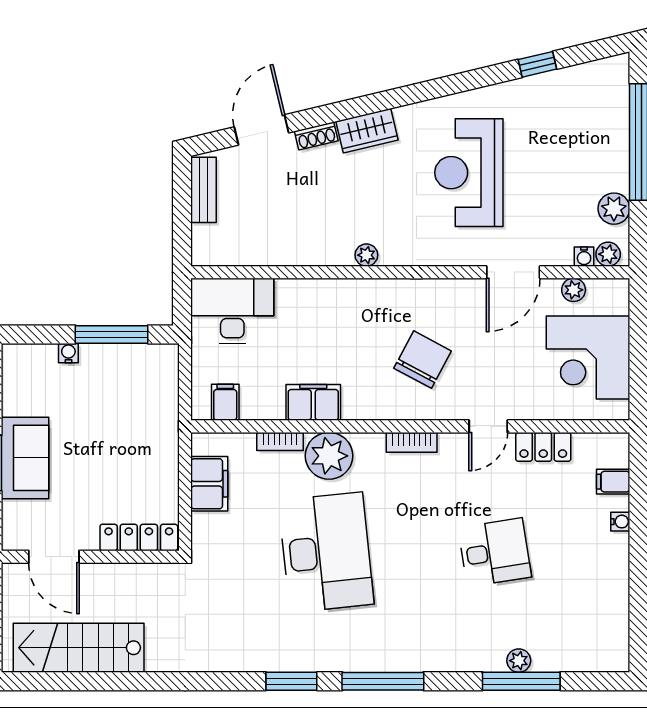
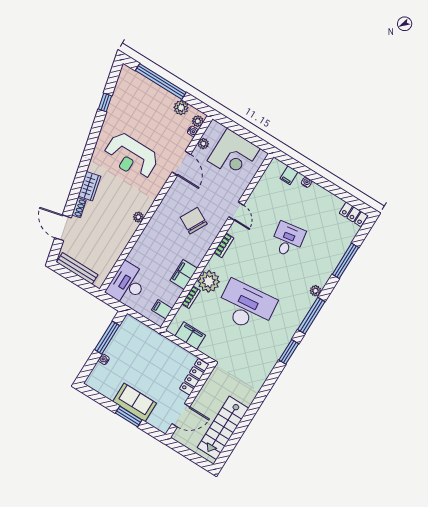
bench: (204, 190) -> (77, 268), width x1.36
locker: (543, 447) -> (354, 214), moved, turned 90
plant: (519, 661) -> (315, 291), moved

